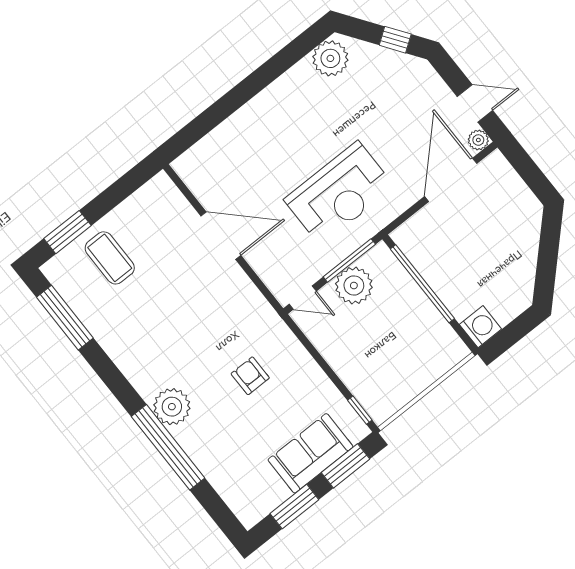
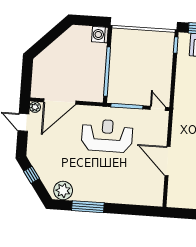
window: (274, 68) -> (88, 207), added
plant: (354, 286) -> (134, 95), removed

